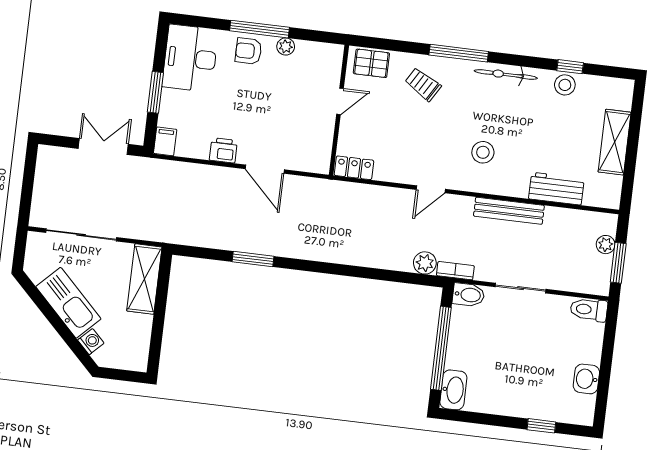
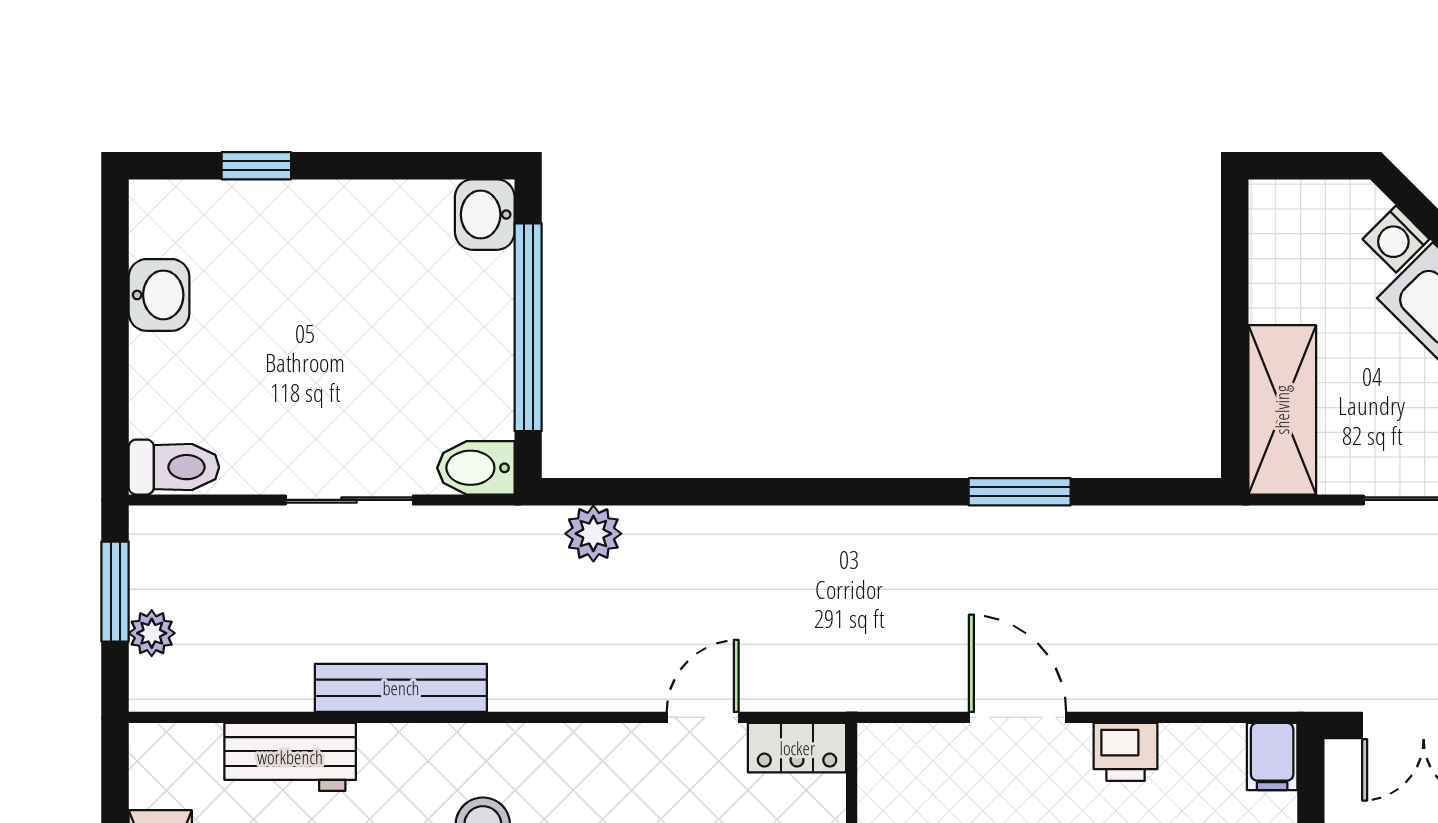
door: (431, 189) -> (703, 717), moved
bookcase: (455, 271) -> (516, 524), removed
washbasin: (453, 390) -> (485, 215), width x0.72

